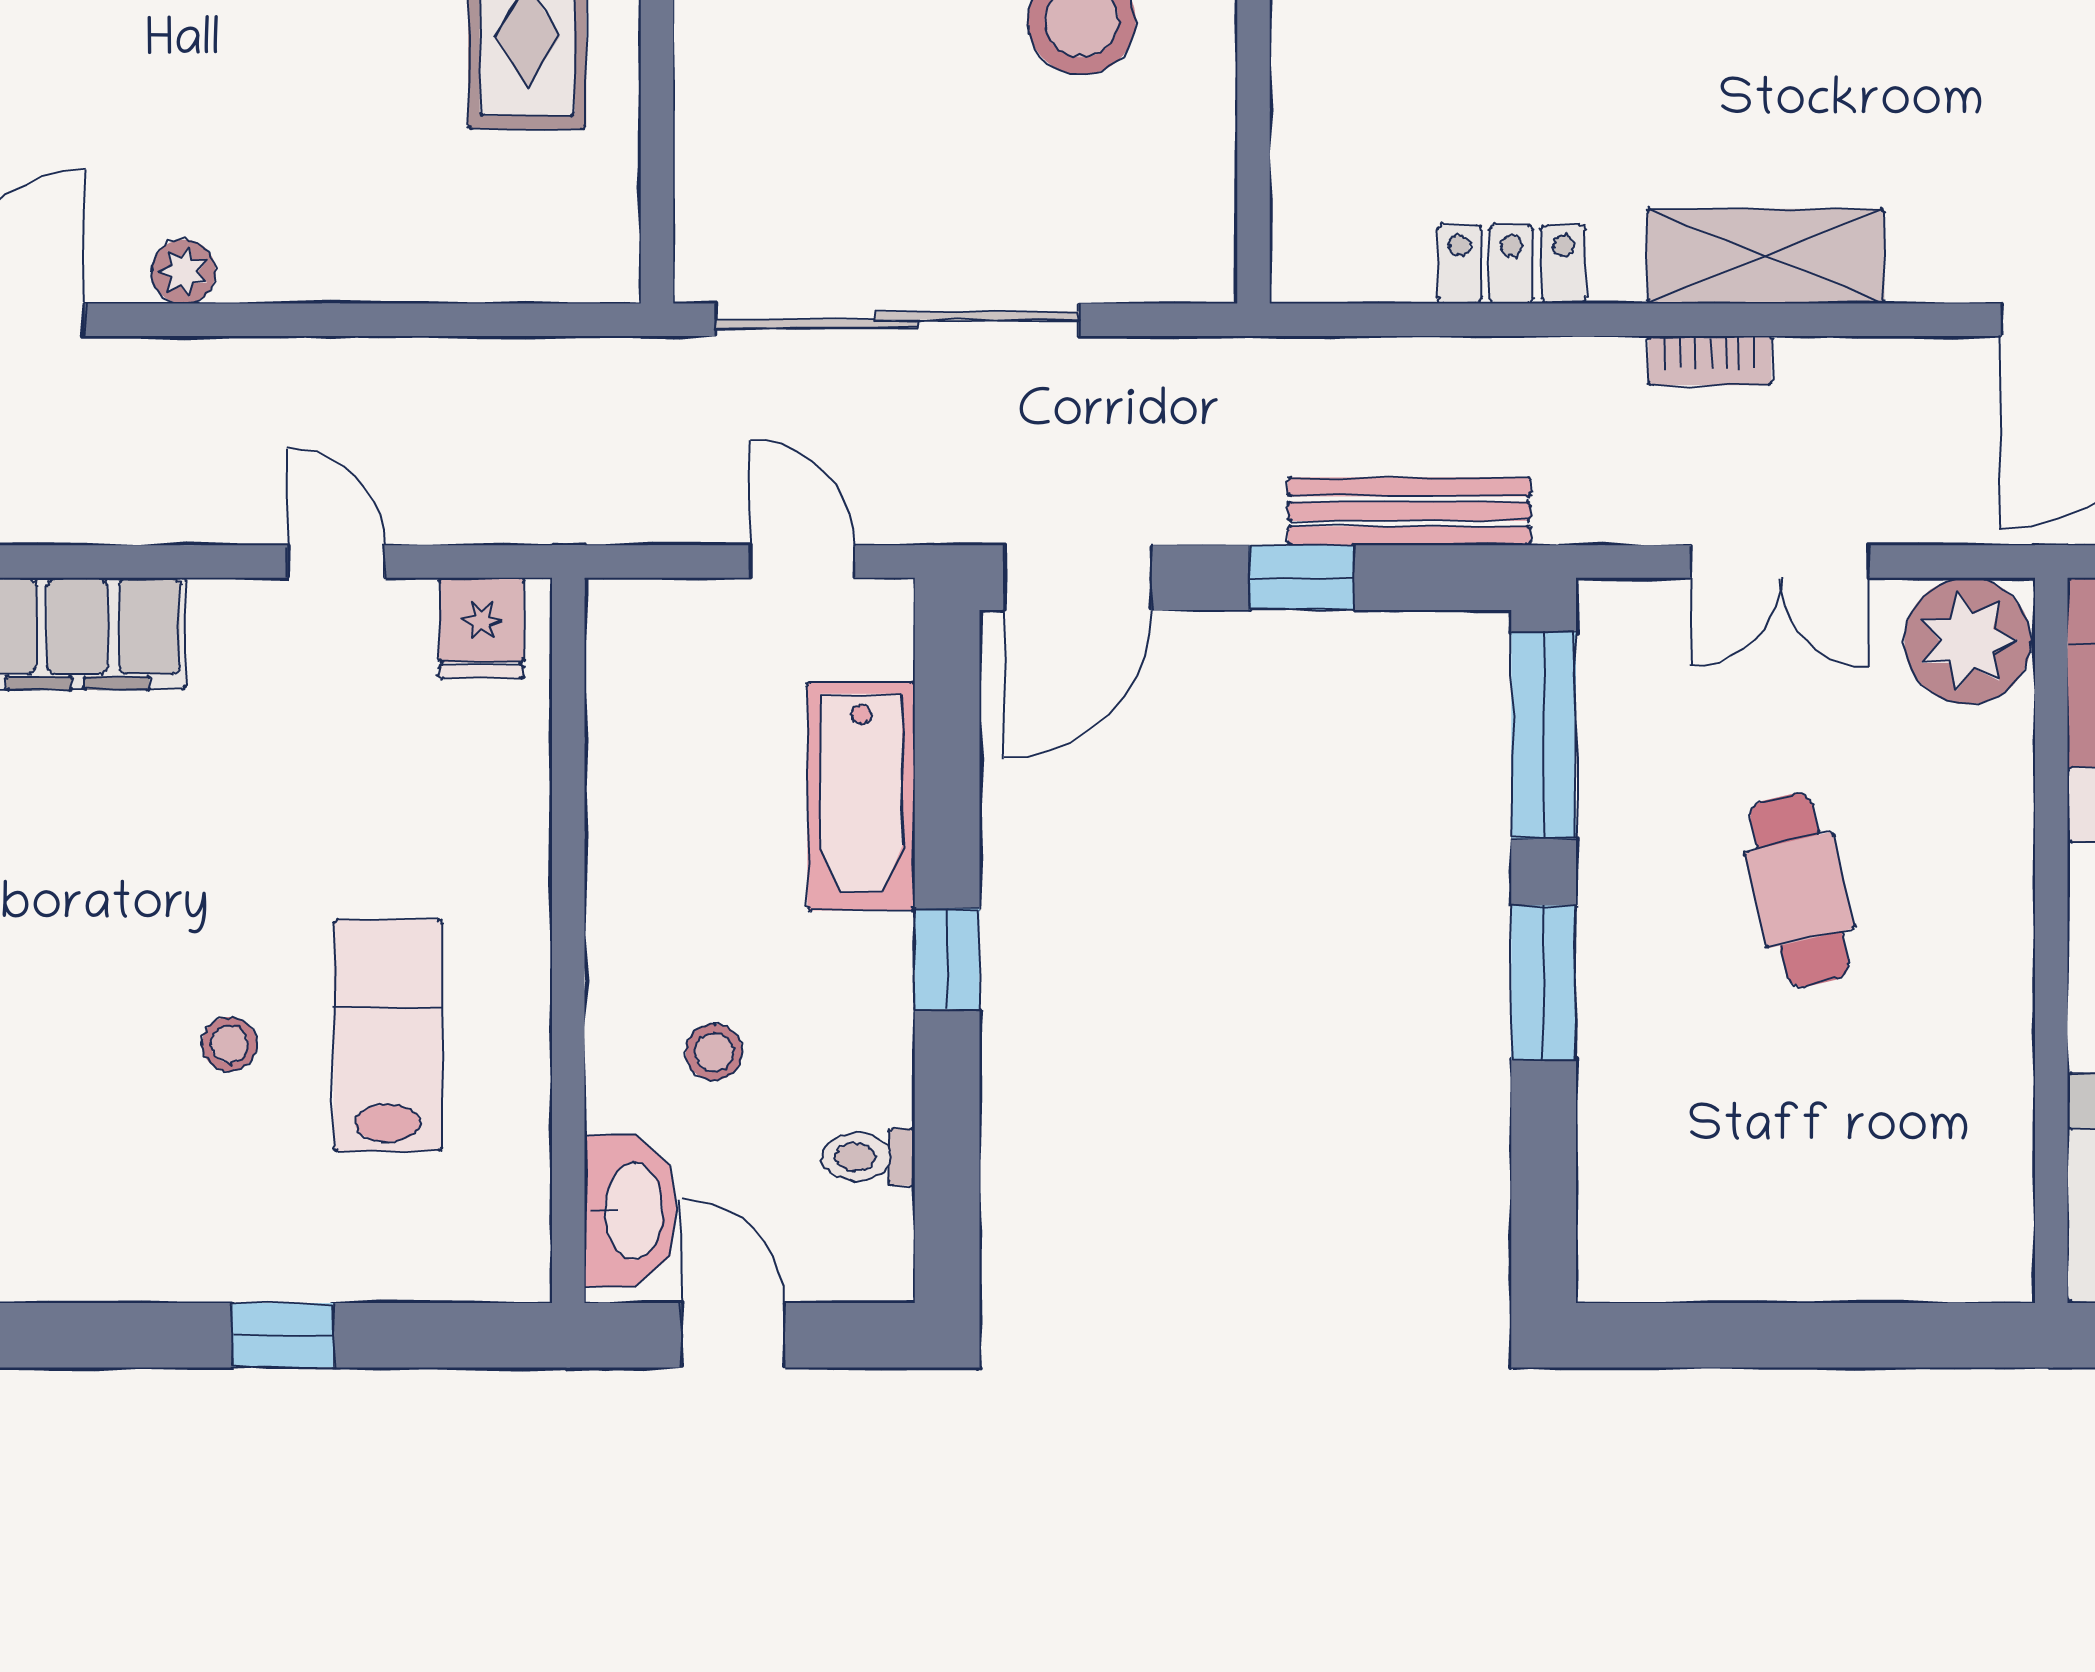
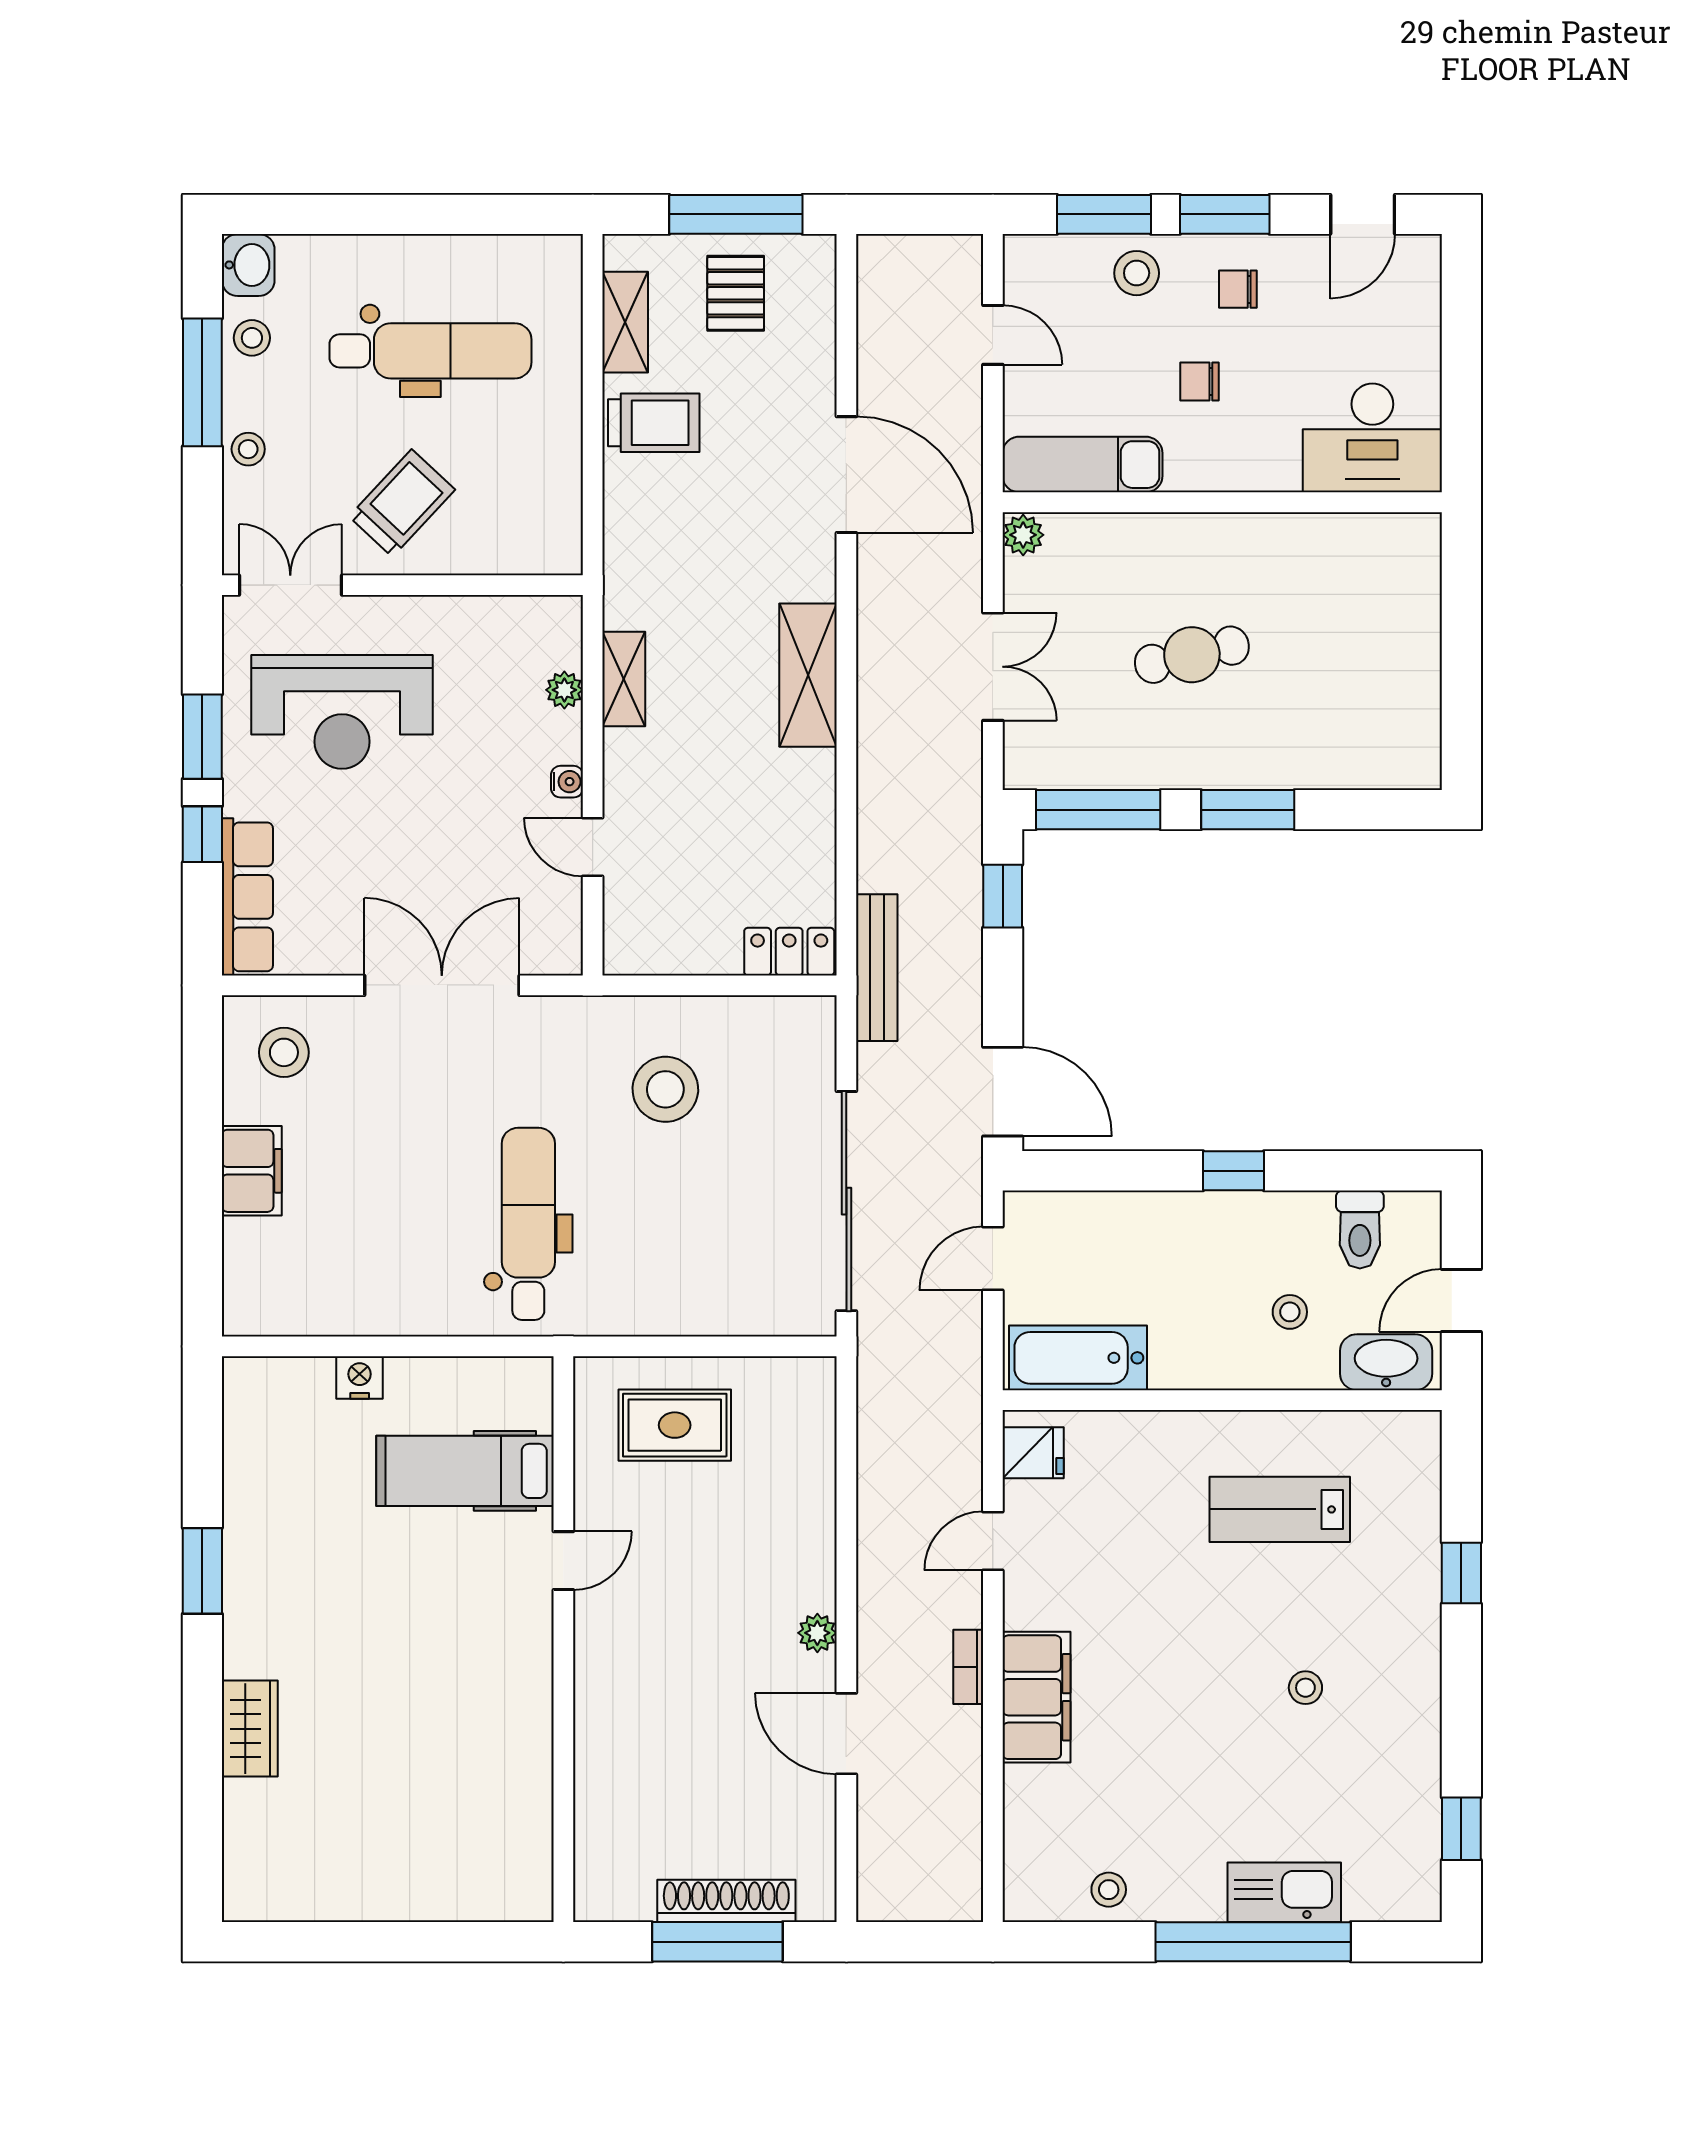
locker: (1511, 264) -> (789, 952), moved, turned 90
bookcase: (1710, 360) -> (968, 1667), moved, turned 180
bench: (1409, 511) -> (877, 968), moved
window: (1302, 578) -> (1003, 896), moved
plant: (1968, 641) -> (1023, 535), width x0.53, depth x0.53
bathtub: (861, 796) -> (1078, 1358), moved, turned 180
stool: (229, 1044) -> (1305, 1688), moved
toilet: (868, 1157) -> (1360, 1229), width x1.37, depth x1.39

